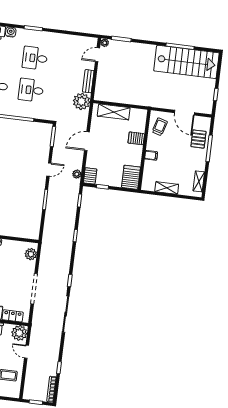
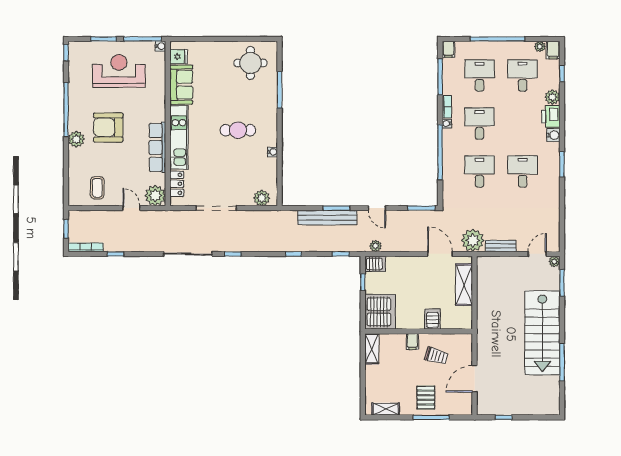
door: (97, 55) -> (537, 254), hinge flipped
stairs: (186, 62) -> (542, 333), moved
trolley: (160, 127) -> (436, 356), moved
pallet: (198, 139) -> (426, 397), moved, turned 90
door: (87, 141) -> (440, 254), moved
server rack: (131, 177) -> (380, 312), width x1.60
shelving: (167, 188) -> (372, 349), moved
bench: (51, 207) -> (327, 218), added
door: (26, 352) -> (131, 208), hinge flipped

